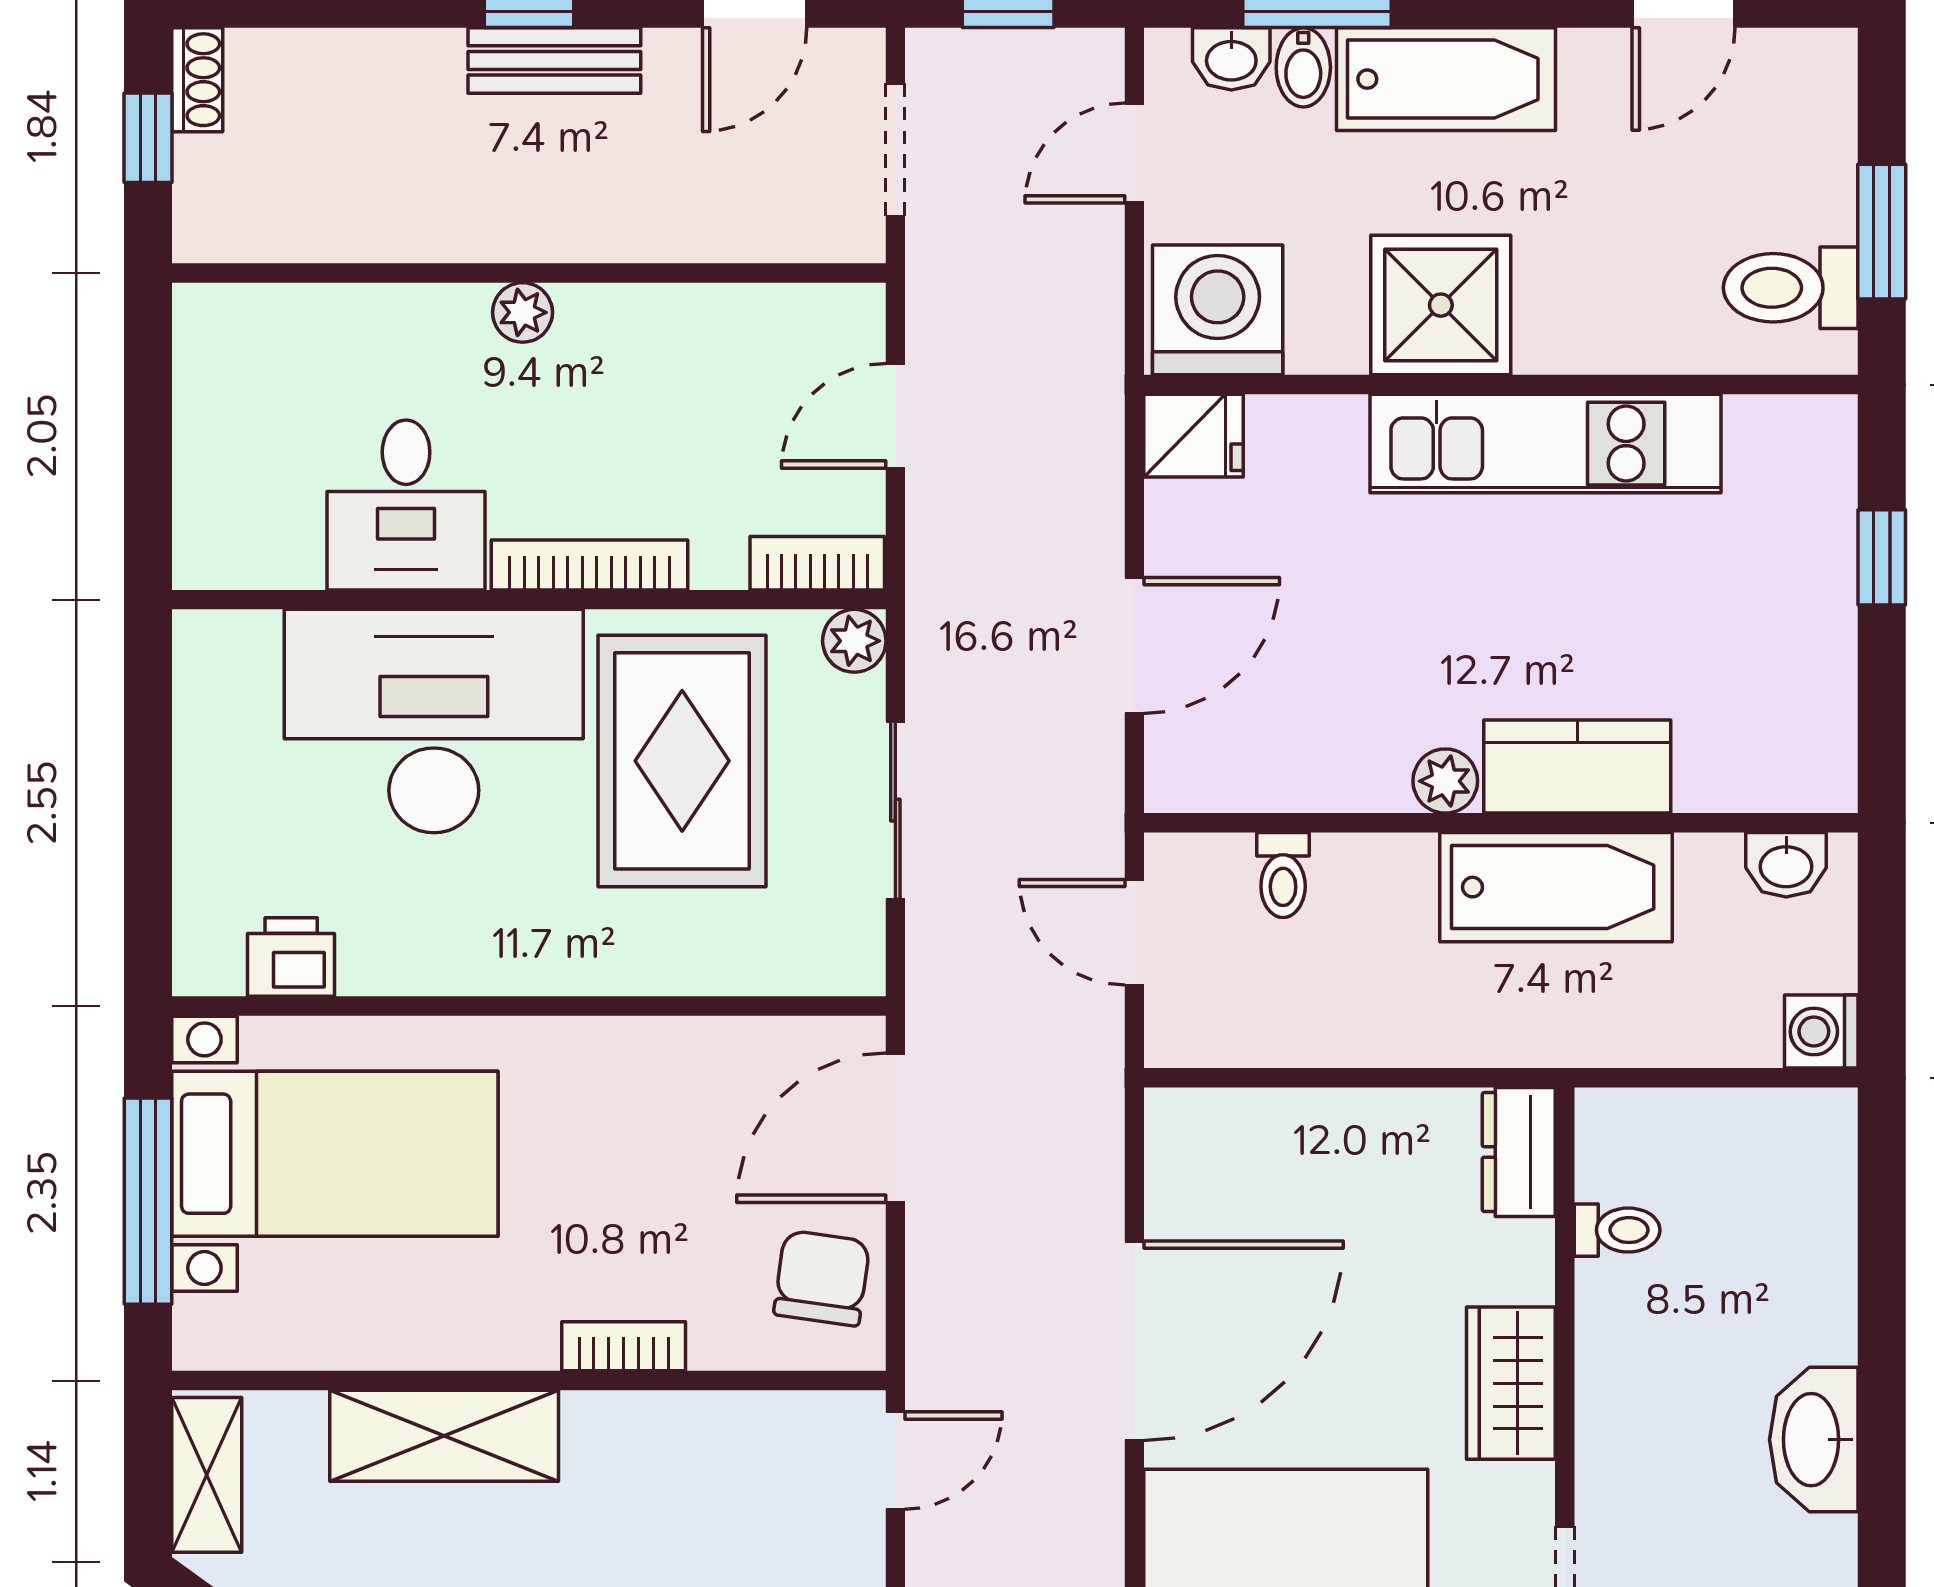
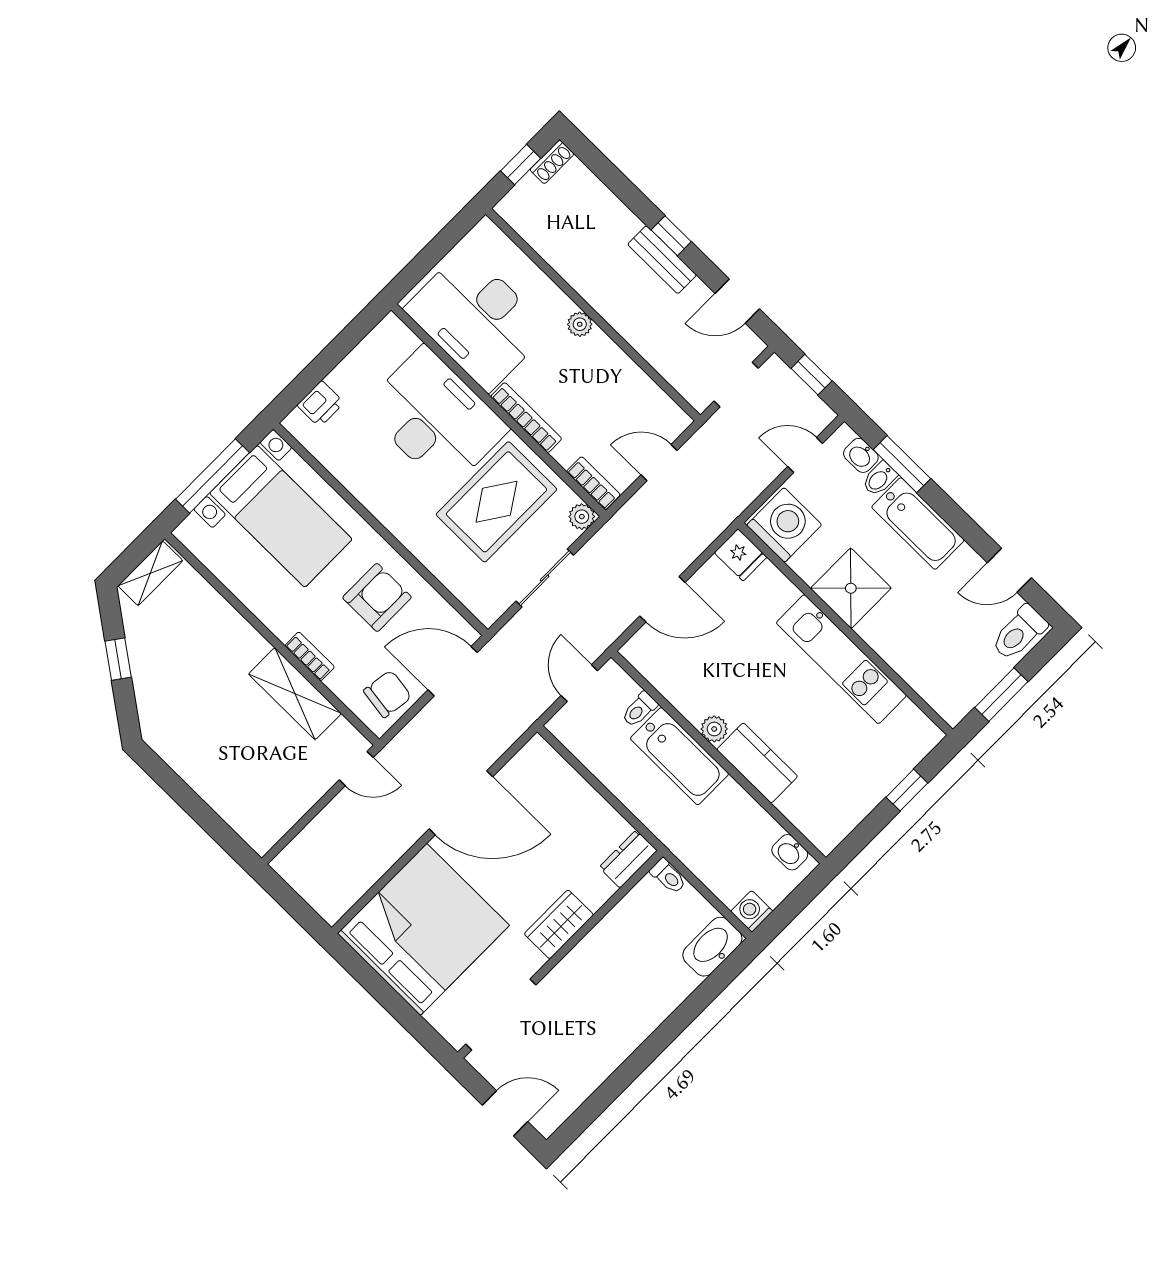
toilet: (1791, 288) -> (1019, 633), moved, turned -90
desk: (406, 505) -> (477, 319), width x1.87, depth x1.30
bathtub: (1556, 887) -> (680, 756), moved
printer: (291, 957) -> (321, 404), moved, turned 90
armchair: (639, 1130) -> (377, 597), added
toilet: (1617, 1230) -> (668, 876), moved
shelving: (444, 1436) -> (295, 694), moved
washbasin: (1814, 1440) -> (712, 947), moved

